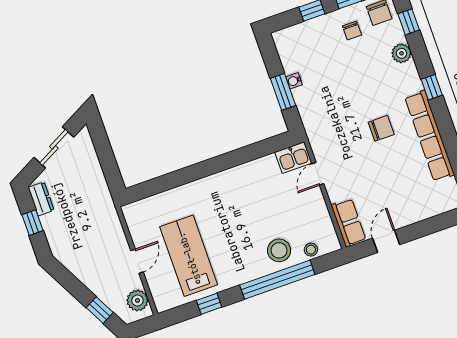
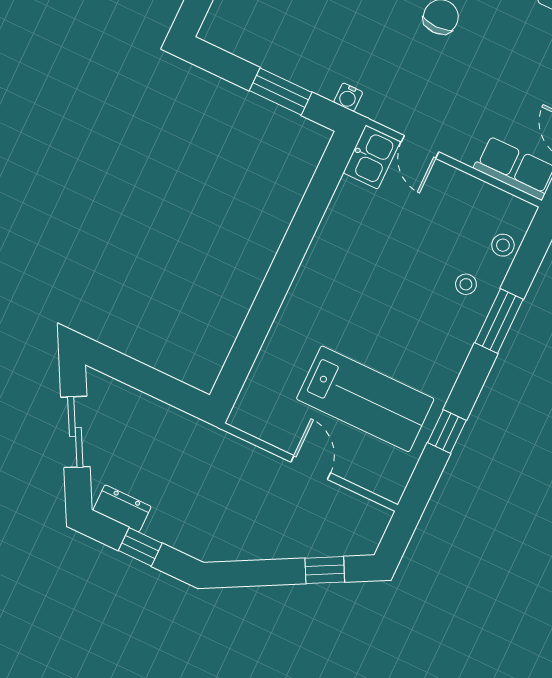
water cooler: (294, 81) -> (348, 97), moved
stool: (279, 250) -> (466, 284), width x0.53, depth x0.53
lab bench: (189, 256) -> (365, 399), turned 180
window: (277, 280) -> (499, 321), width x0.47
plant: (137, 300) -> (358, 513), removed

